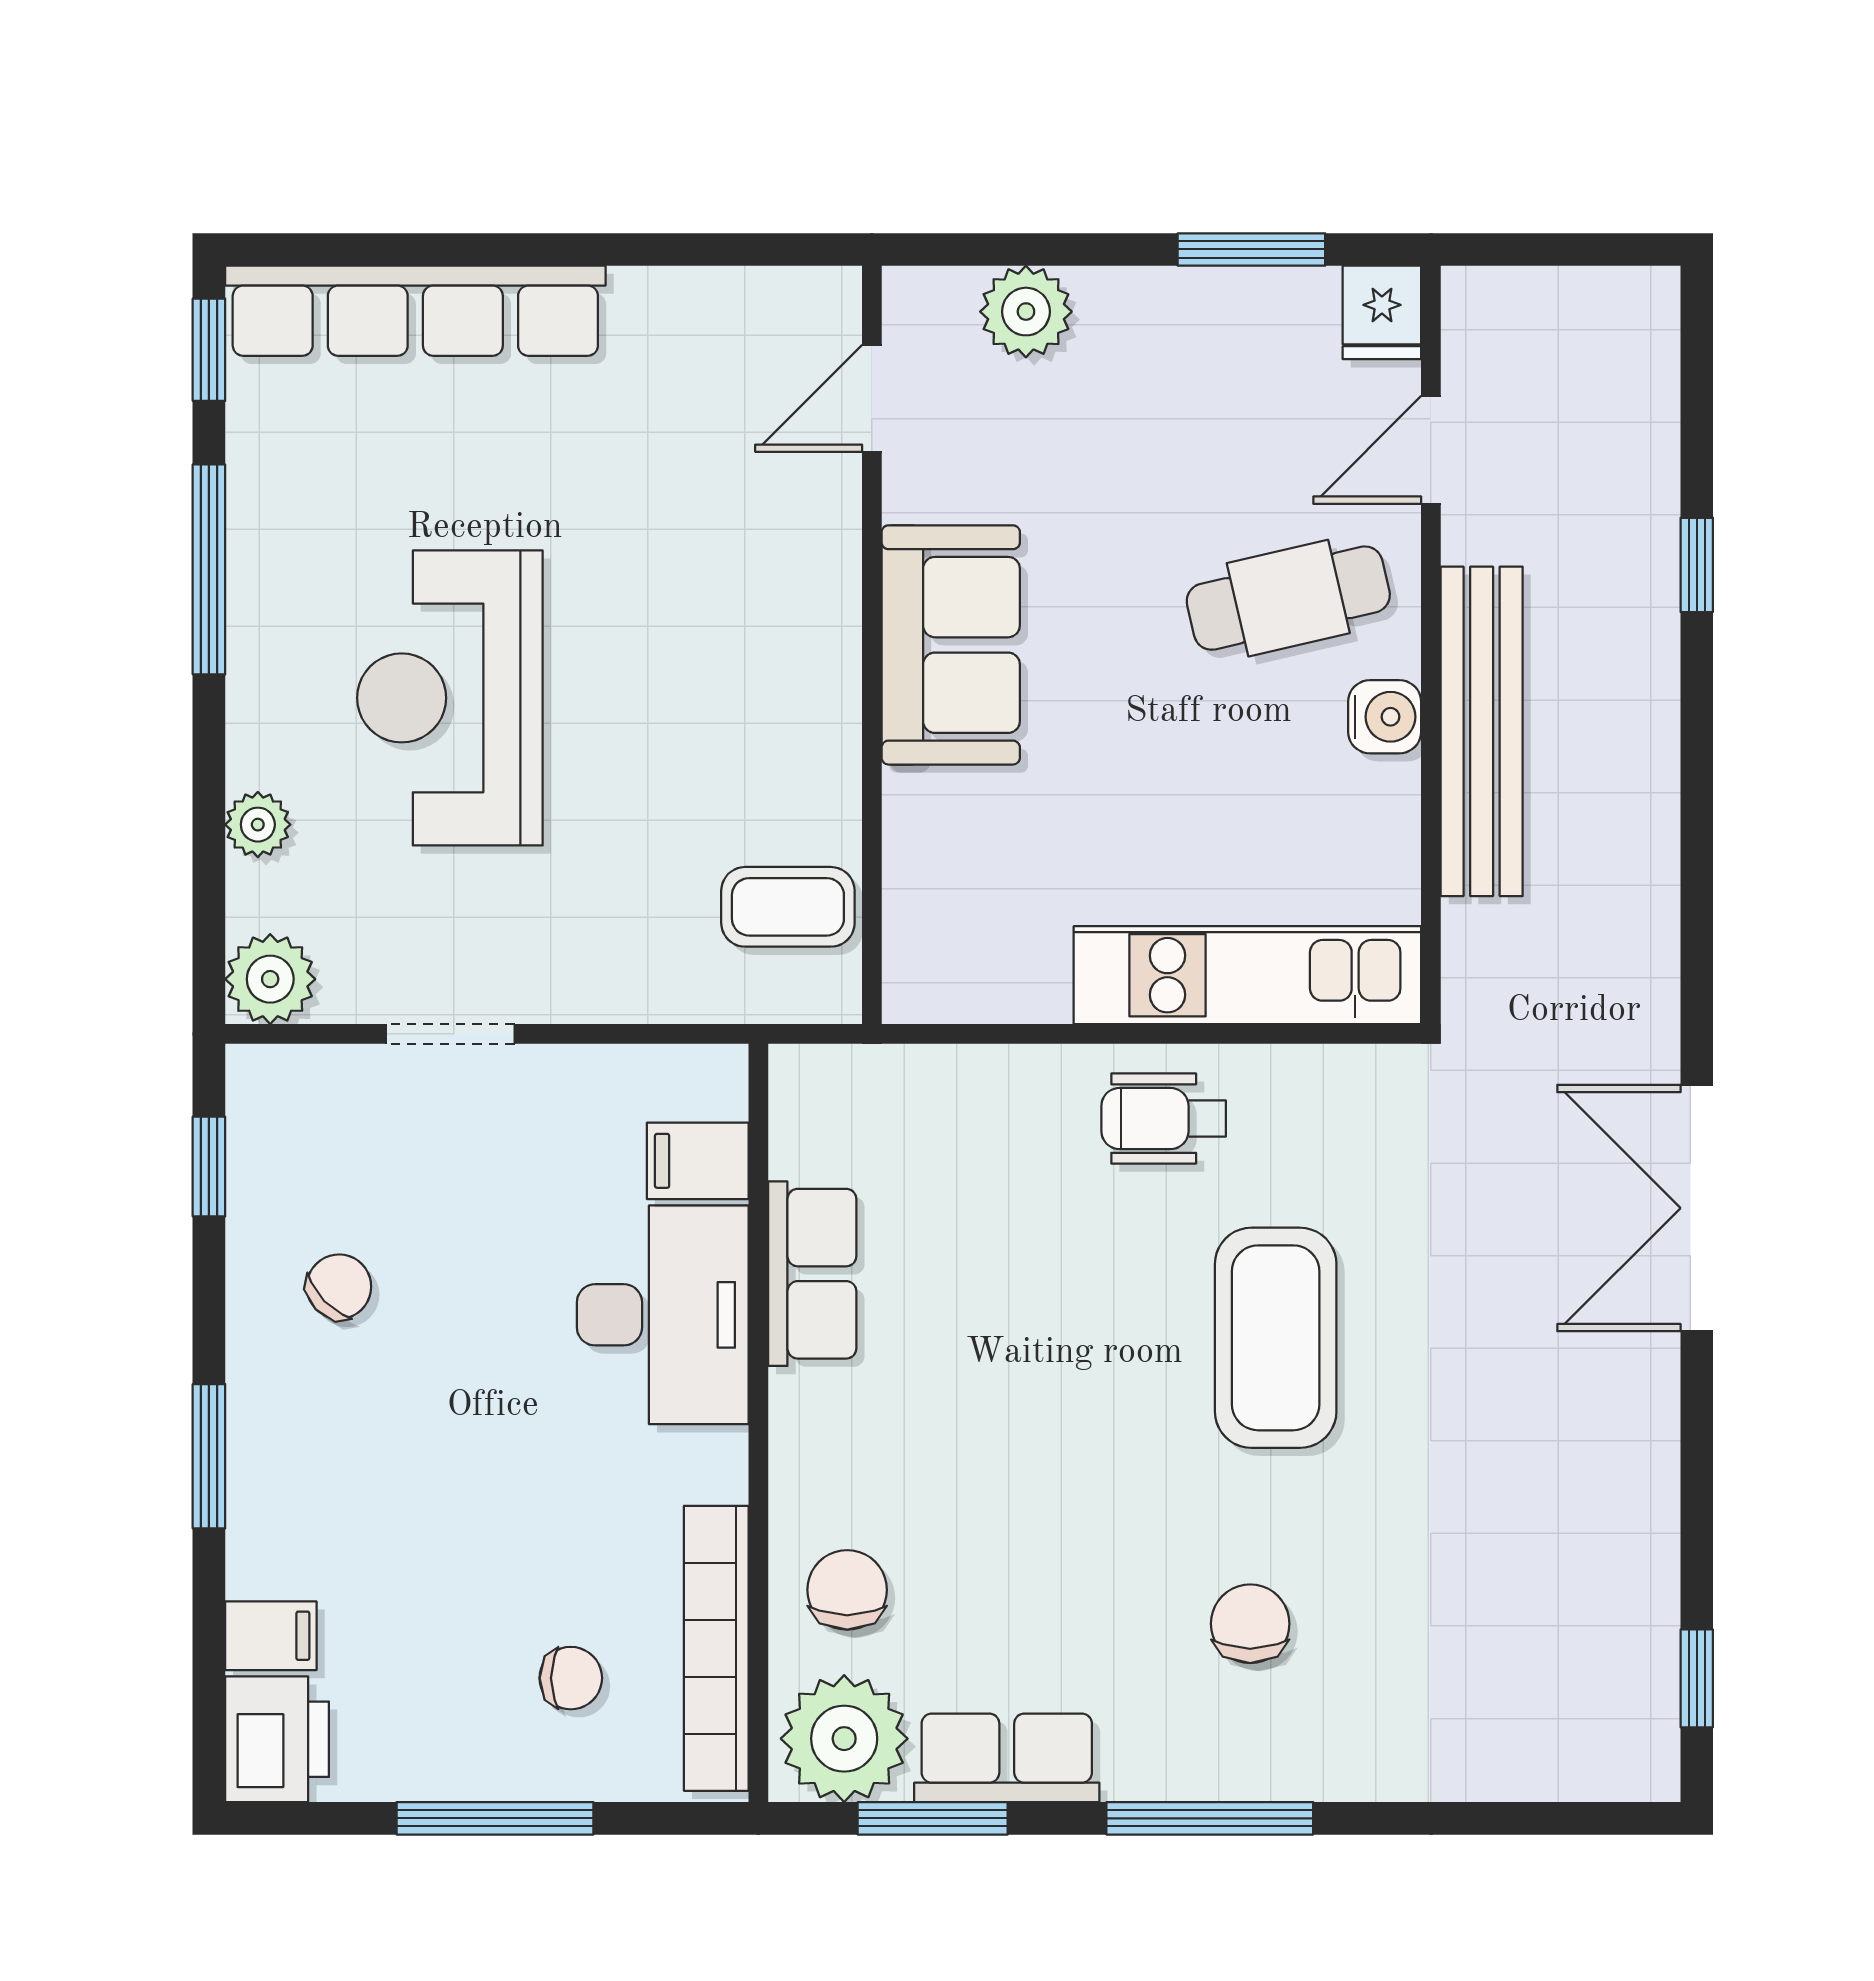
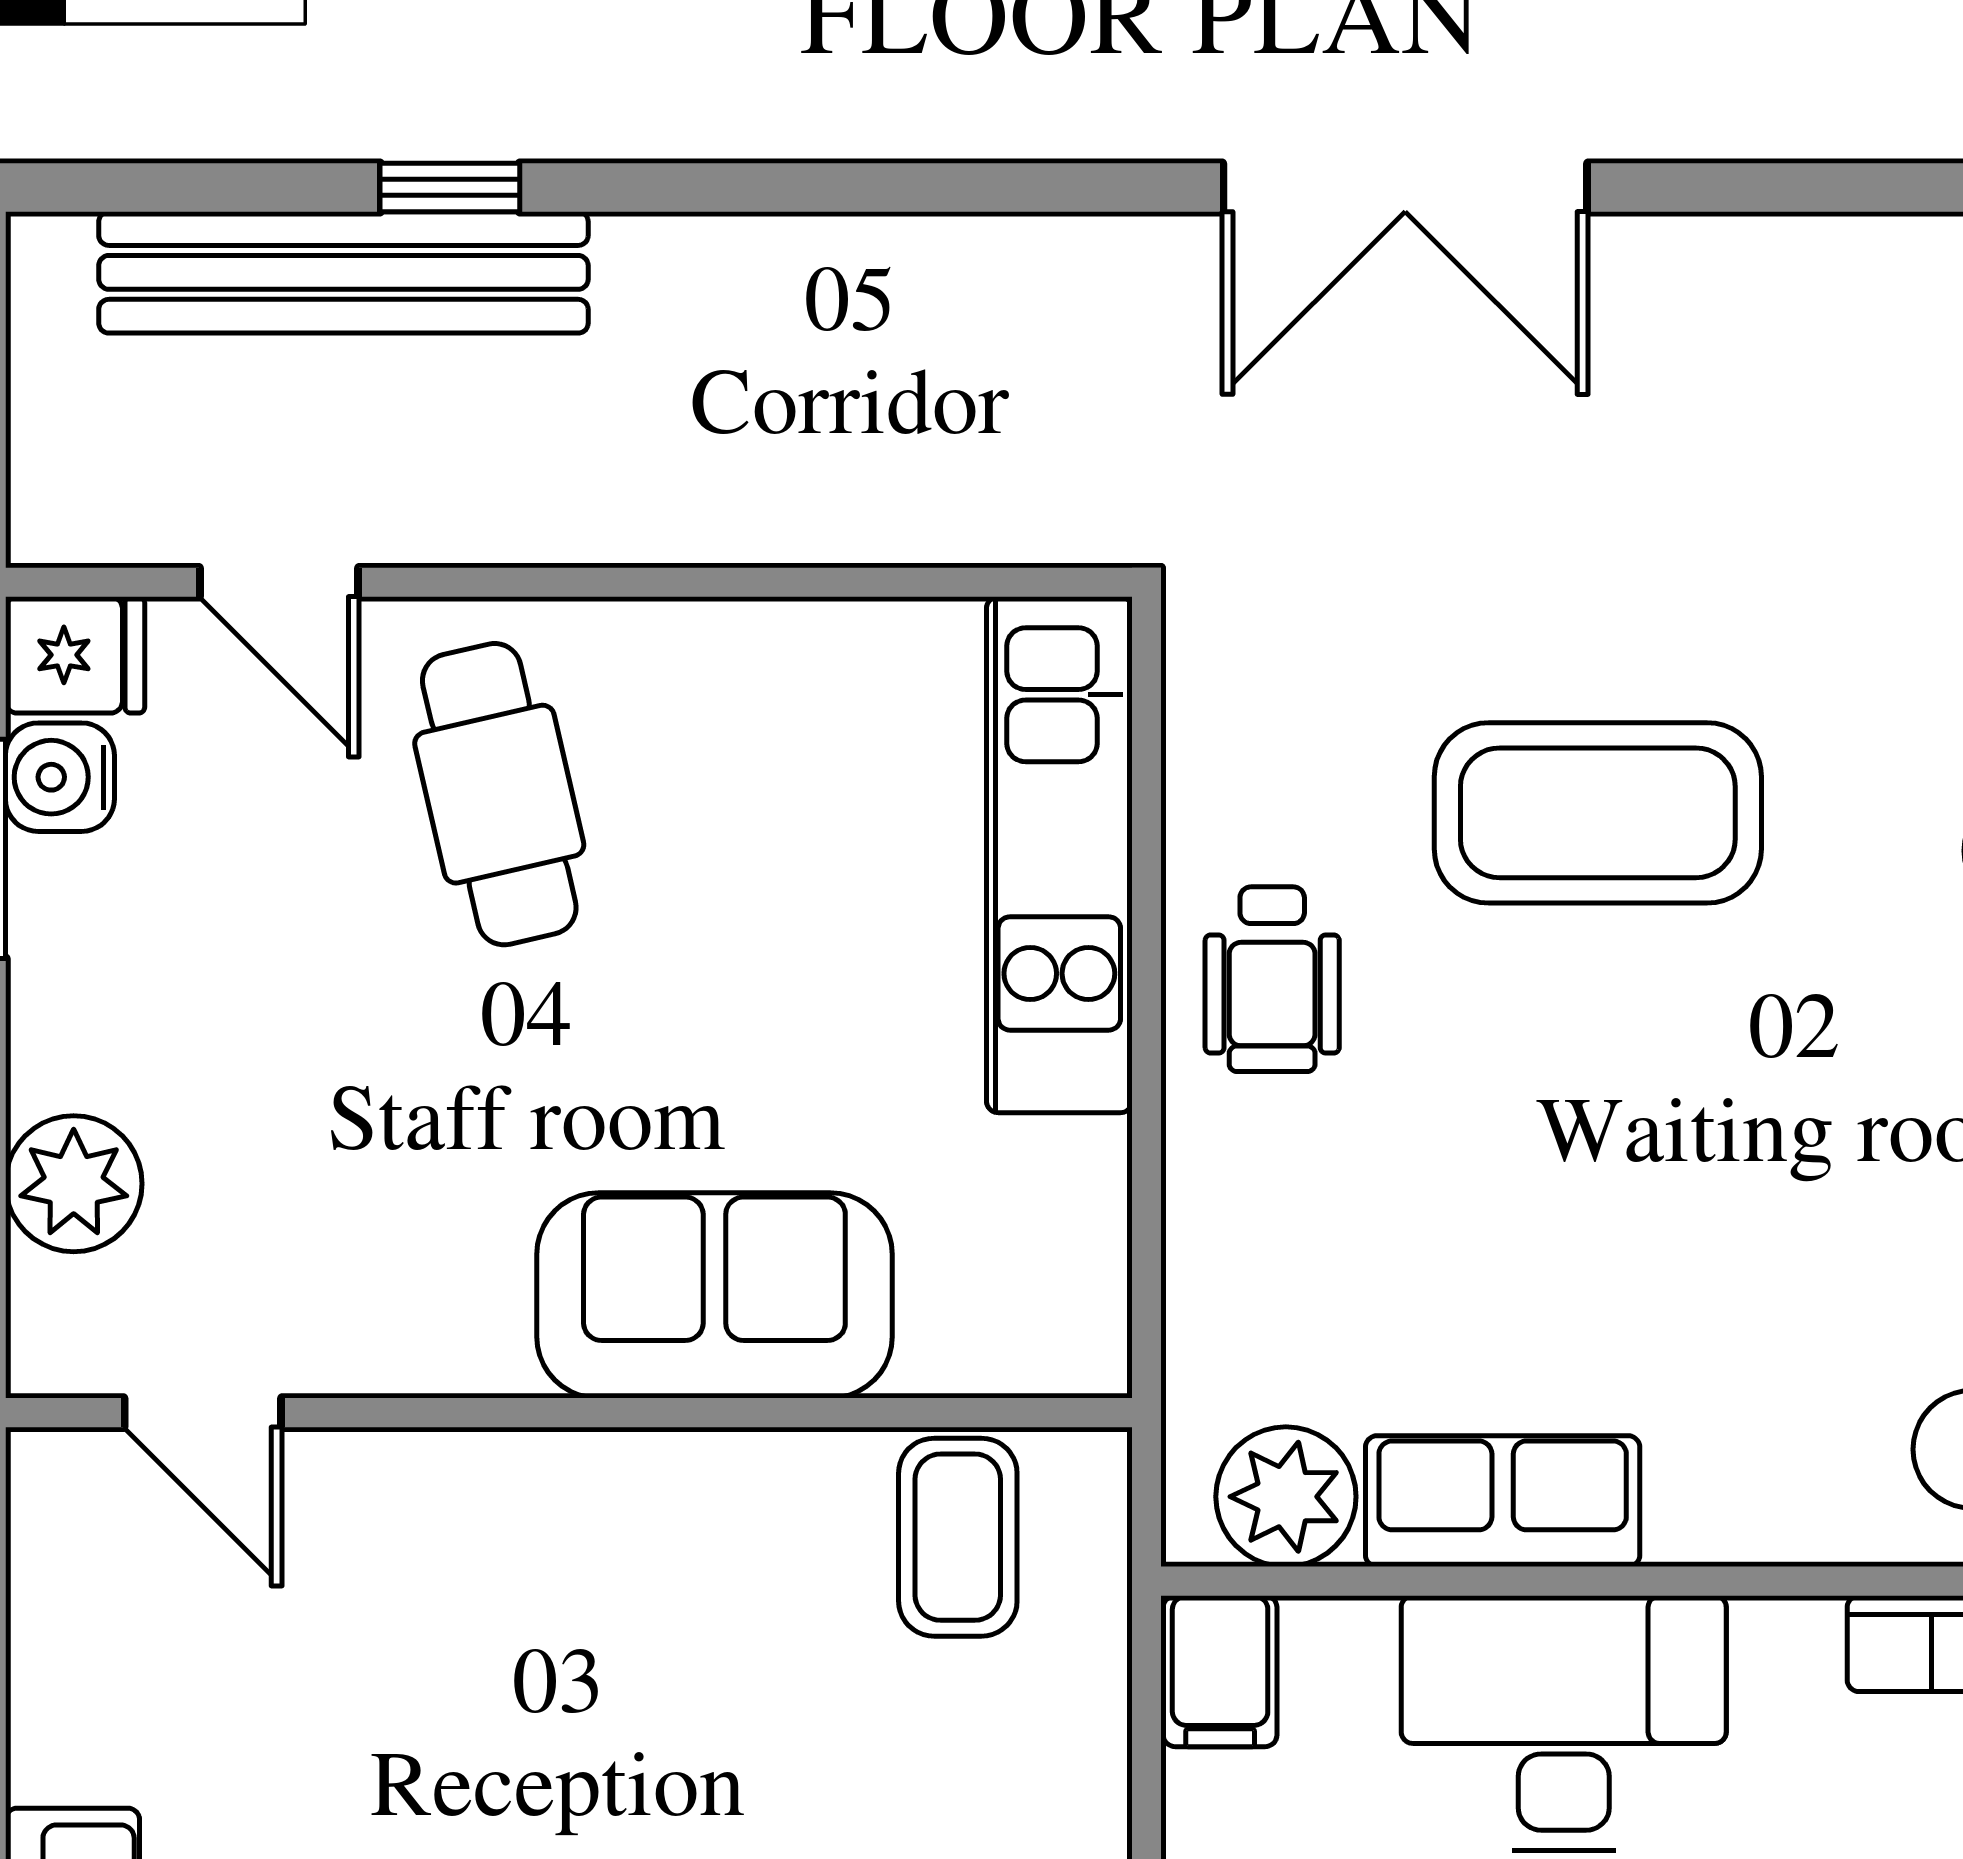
sofa: (951, 645) -> (714, 1295), moved
water cooler: (1385, 717) -> (60, 777), moved, turned -90
bench: (1482, 731) -> (343, 272), moved
plant: (815, 1128) -> (1286, 1497), added
filing cabinet: (698, 1161) -> (1220, 1671), moved

